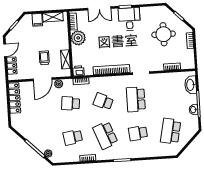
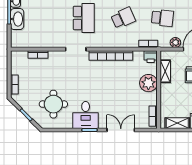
round table: (164, 34) -> (53, 104), moved
plant: (78, 38) -> (148, 83), moved
washbasin: (191, 85) -> (17, 19), moved
school desk: (103, 101) -> (123, 18), turned -48

